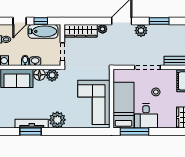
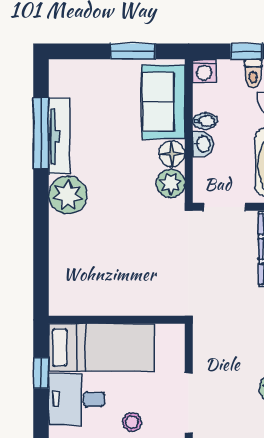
corner sofa: (94, 102) -> (108, 279), removed
window: (30, 131) -> (41, 133), width x1.44
window: (135, 131) -> (41, 373), width x0.46

